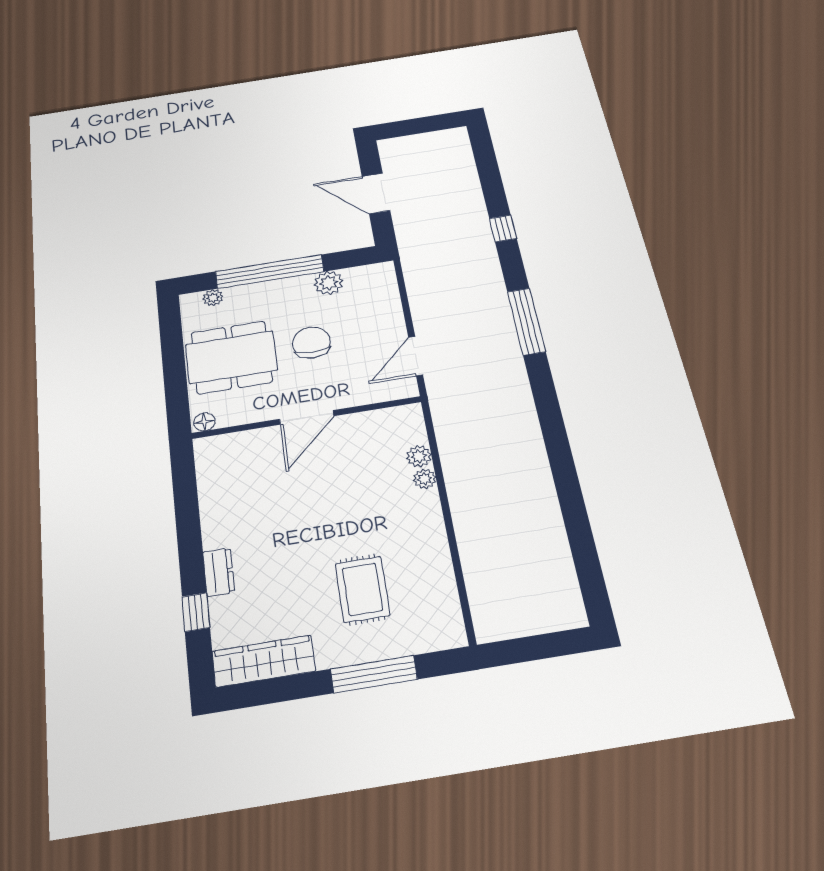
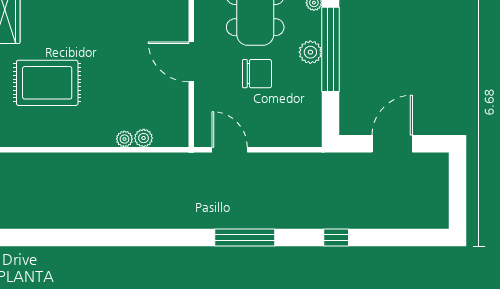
plant: (329, 283) -> (310, 52), moved
rug: (362, 589) -> (47, 83), width x1.36, depth x1.43

